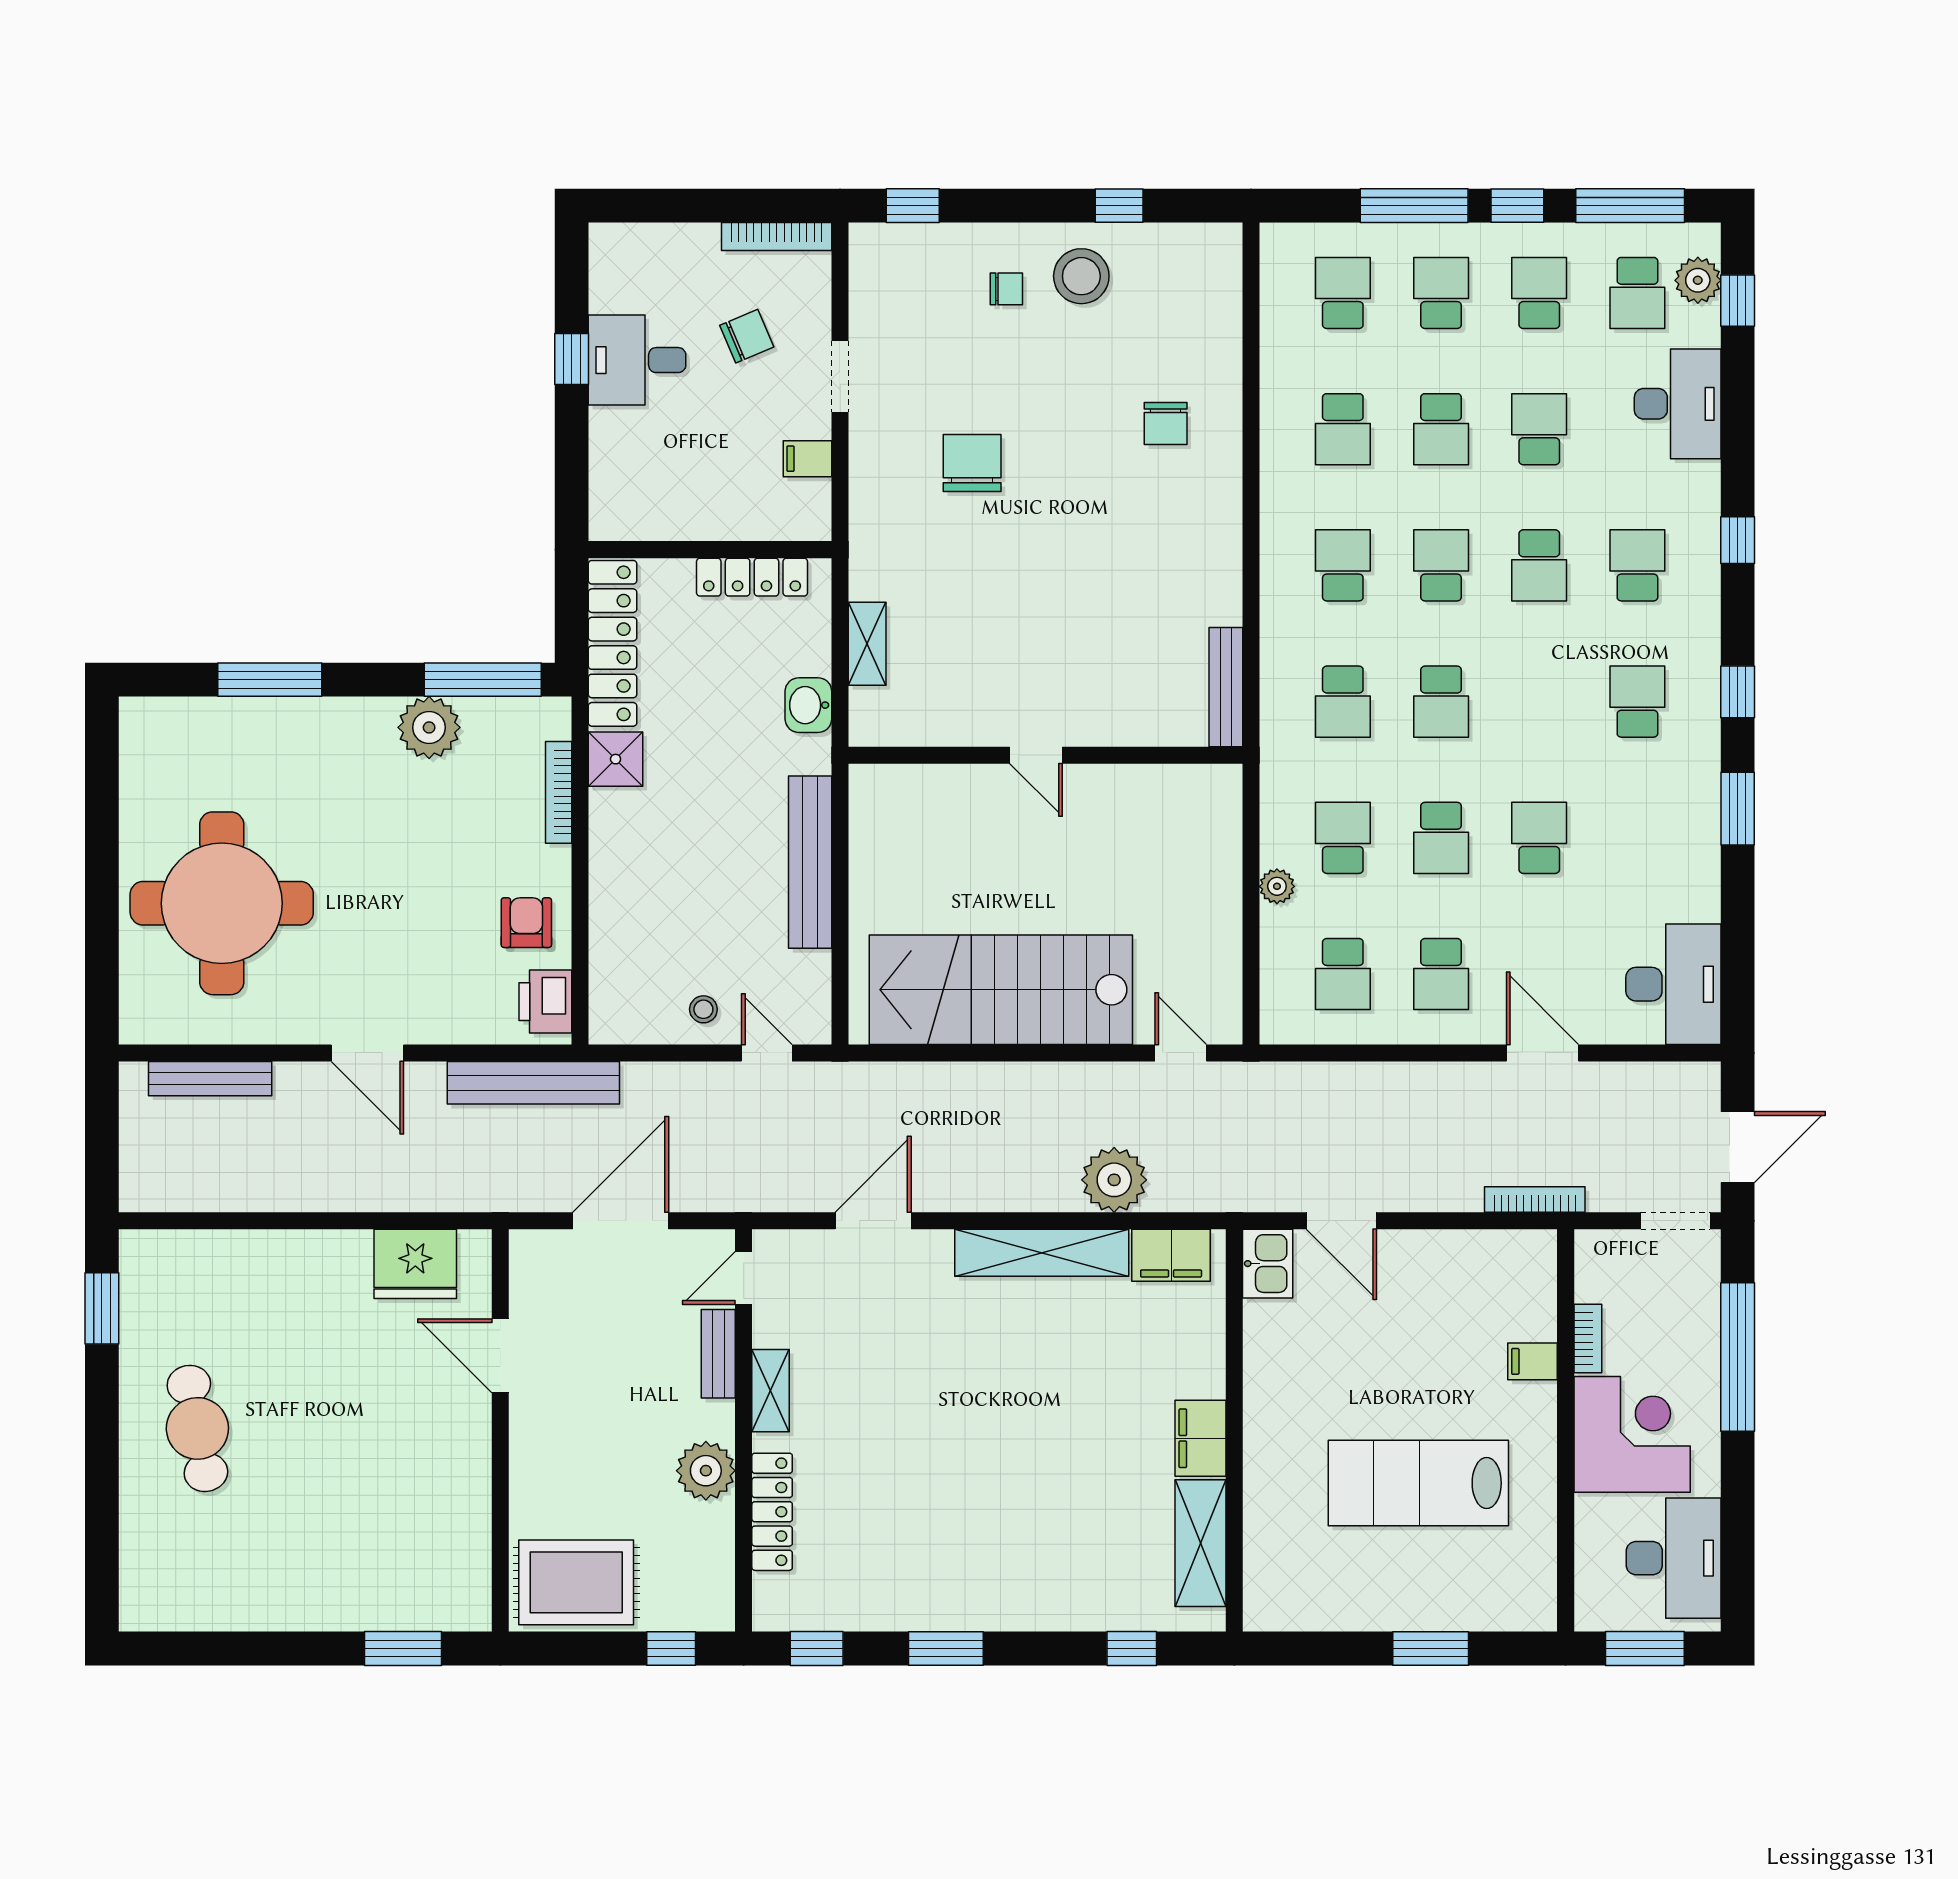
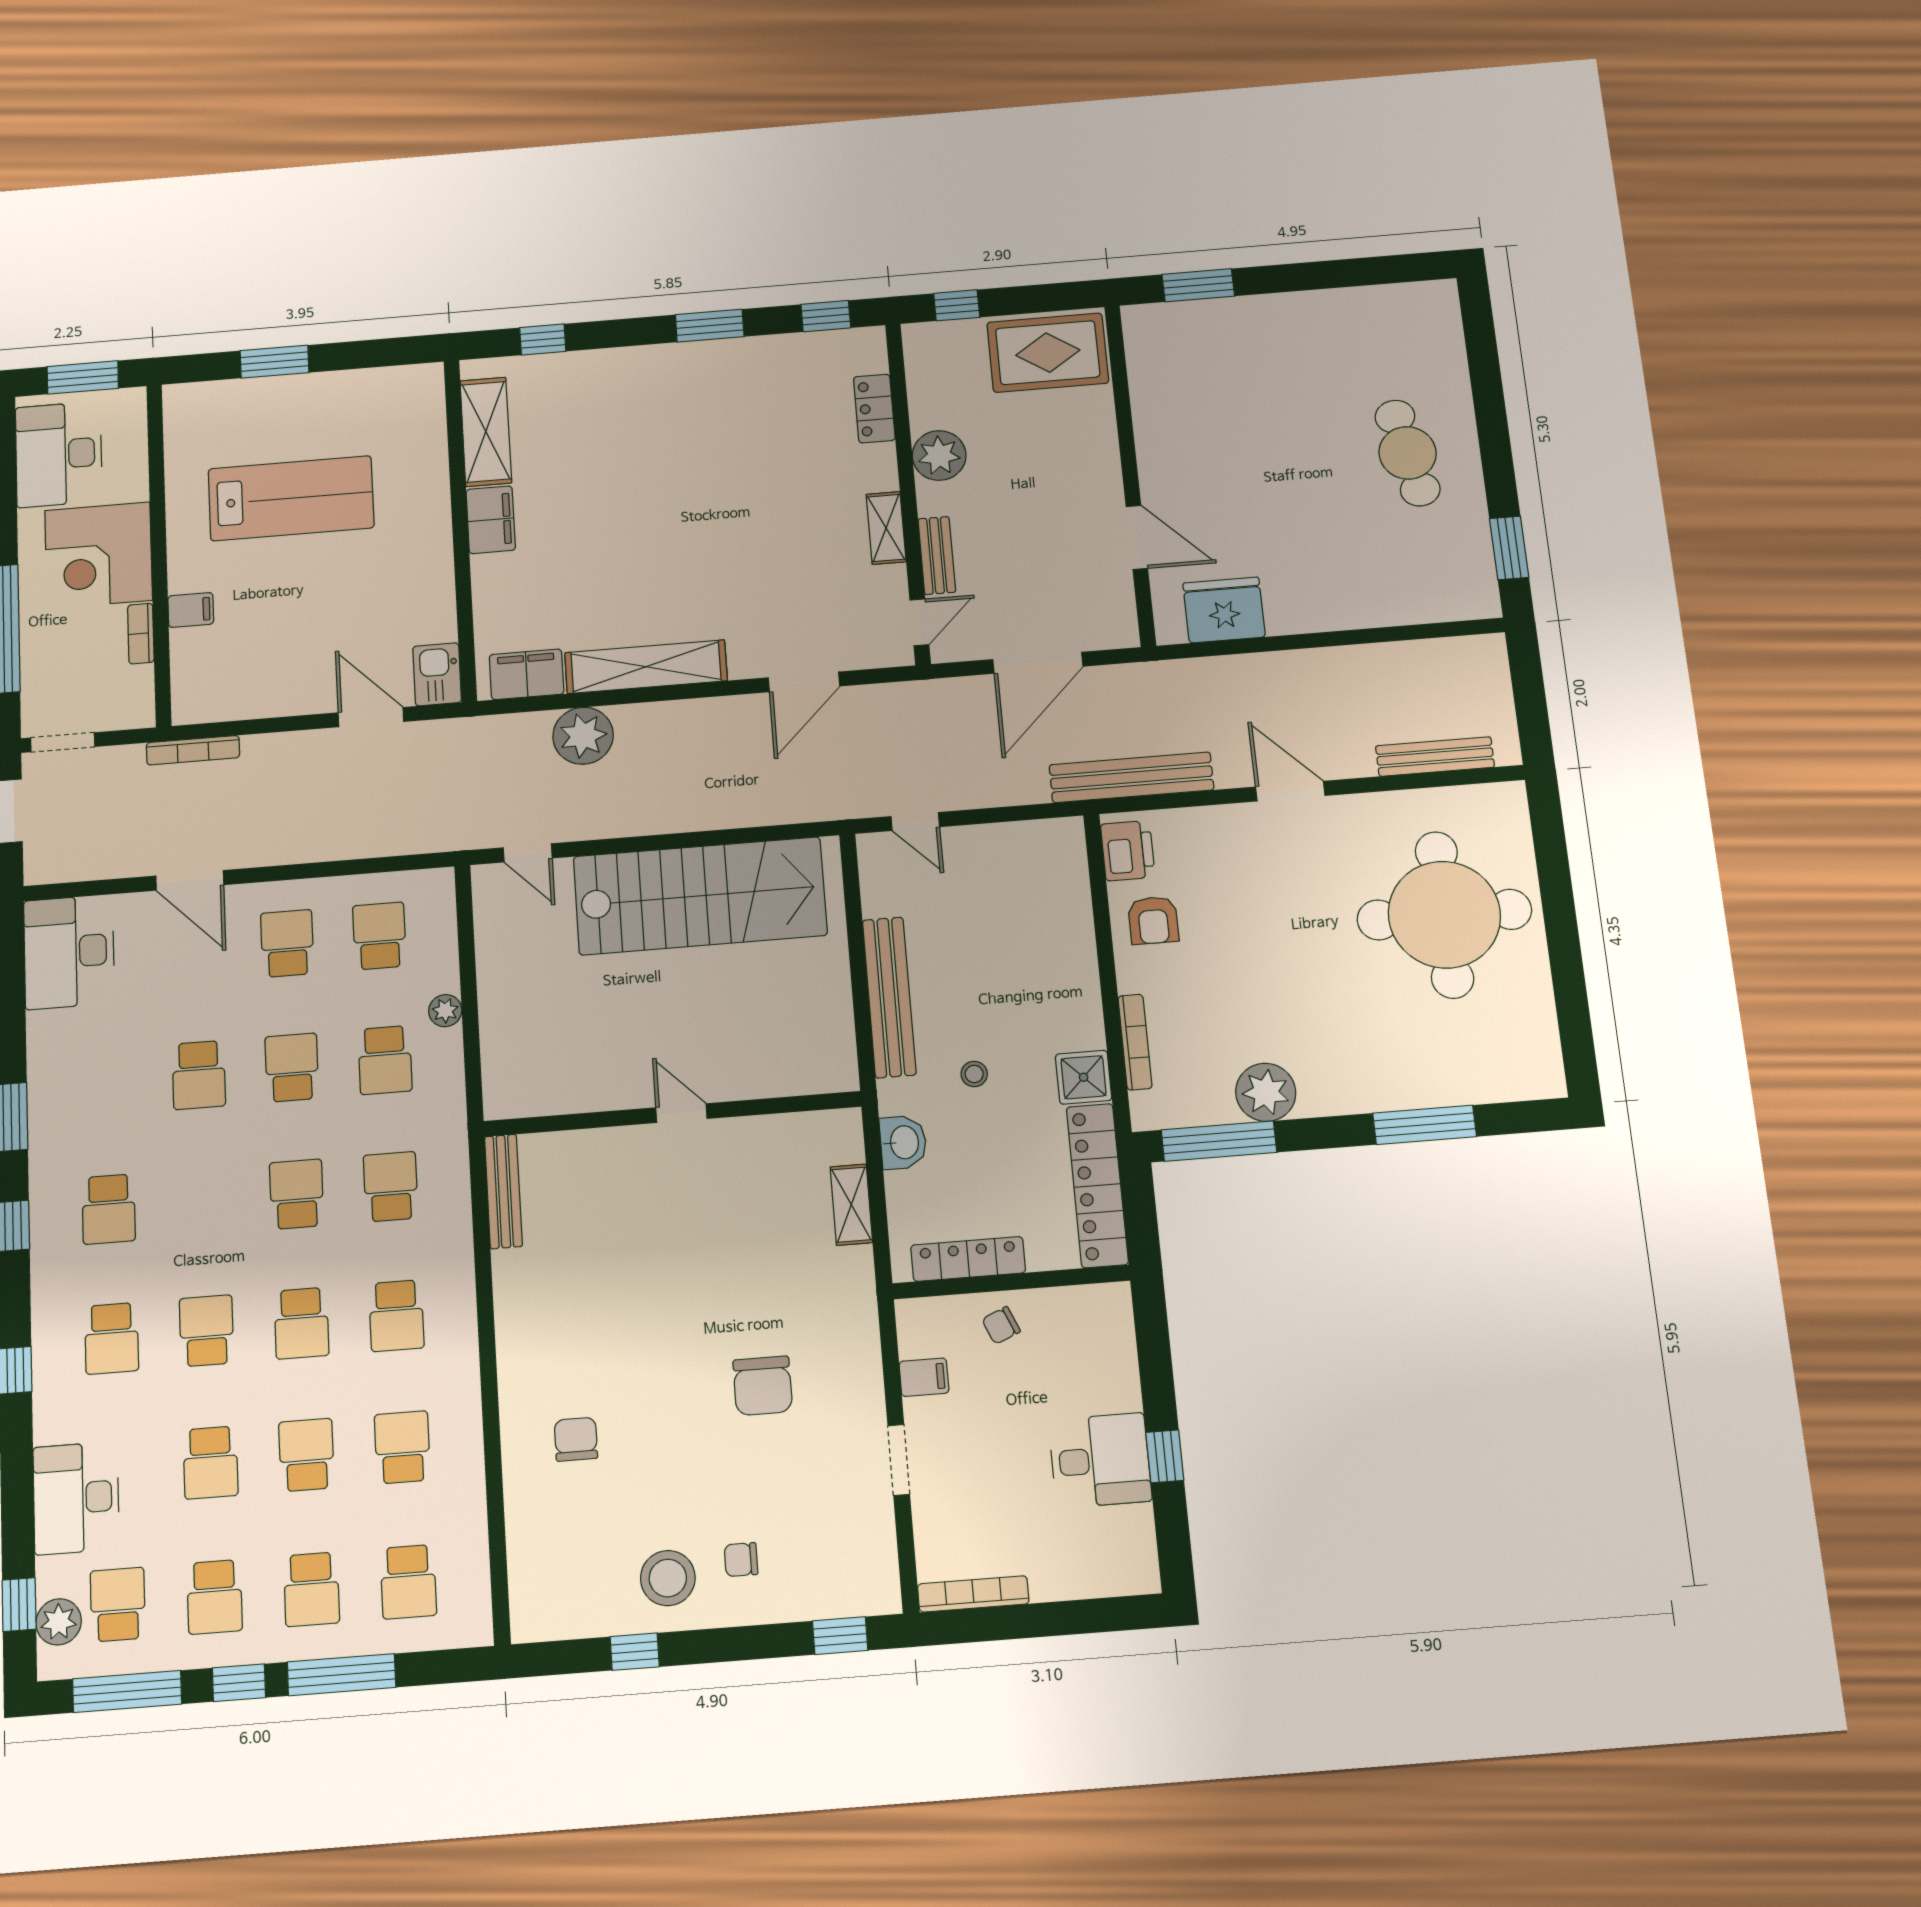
chair: (747, 336) -> (1001, 1325), moved, width x0.73, depth x0.73
stool: (703, 1009) -> (974, 1074), moved
locker: (772, 1512) -> (874, 409), width x0.66

